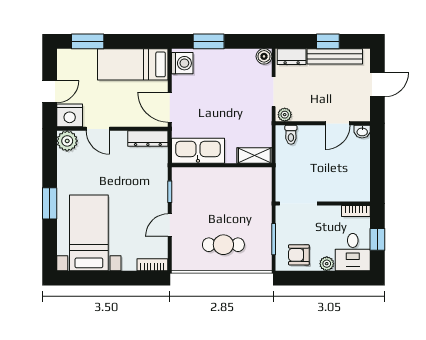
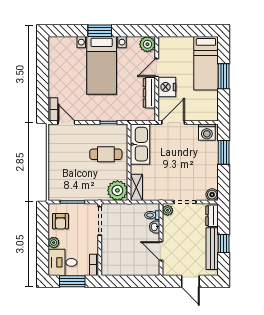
window: (88, 41) -> (224, 76), moved
bed: (133, 64) -> (206, 63), moved, turned 180
door: (50, 92) -> (185, 31), removed
nightstand: (70, 115) -> (167, 87), moved
washbasin: (362, 132) -> (155, 227), moved
dresser: (148, 138) -> (149, 93), moved
plant: (259, 180) -> (117, 190), added
door: (170, 225) -> (66, 123), moved
bed with nightstands: (89, 233) -> (102, 65), moved, turned 90
window: (377, 239) -> (72, 281), width x1.50
cafe table: (223, 245) -> (106, 154), moved, turned 90
armchair: (299, 255) -> (60, 221), turned 180

